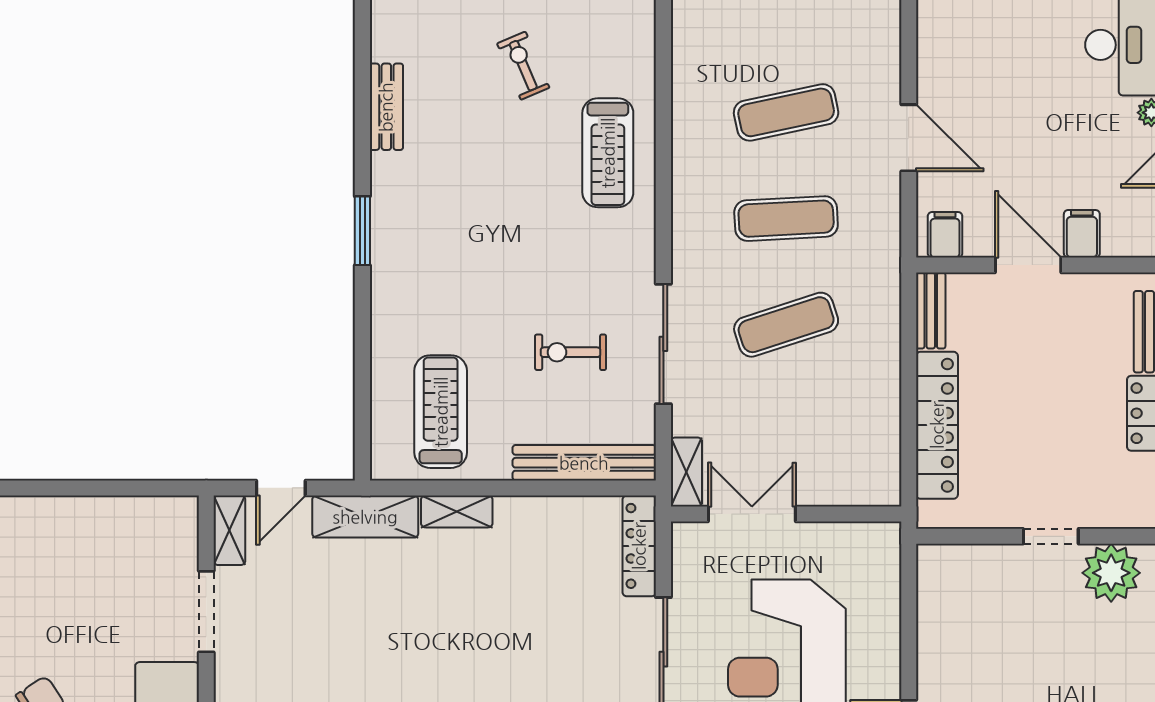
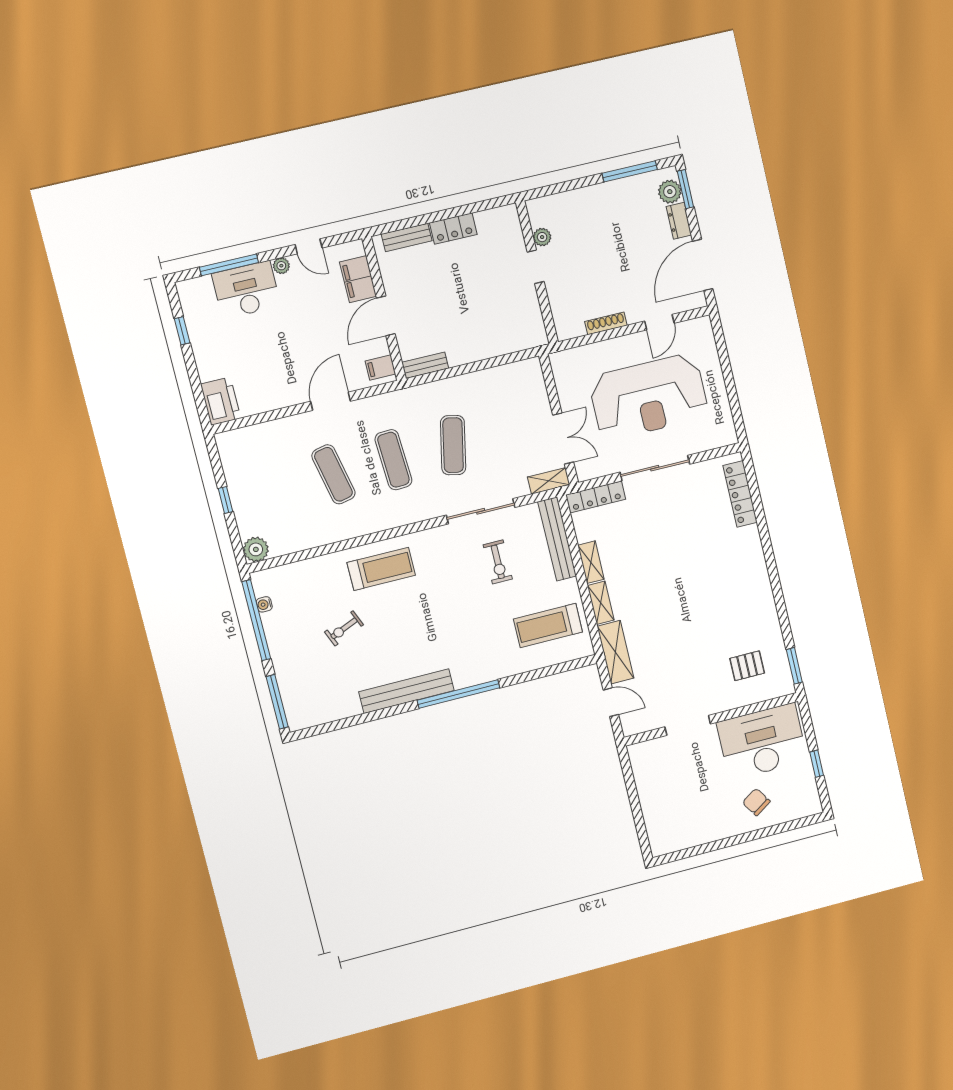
bench: (386, 107) -> (407, 691), width x1.86, depth x1.21
window: (362, 231) -> (458, 694), width x2.11
filing cabinet: (1082, 234) -> (358, 279), width x2.00
exercise mat: (786, 325) -> (453, 445), turned 30
locker: (937, 425) -> (489, 346), removed
double door: (752, 514) -> (563, 438), swing flipped
shelving: (229, 530) -> (591, 562), moved, turned 90
plant: (1111, 573) -> (542, 237), width x0.53, depth x0.53
shoe rack: (928, 633) -> (606, 323), added

